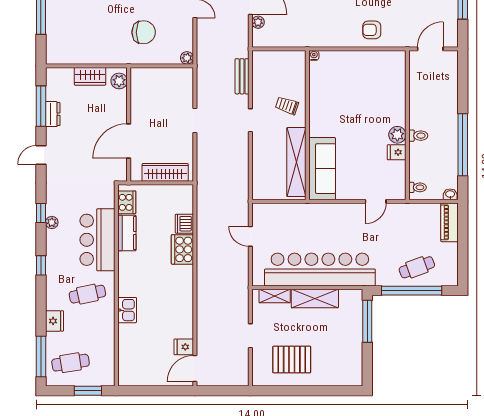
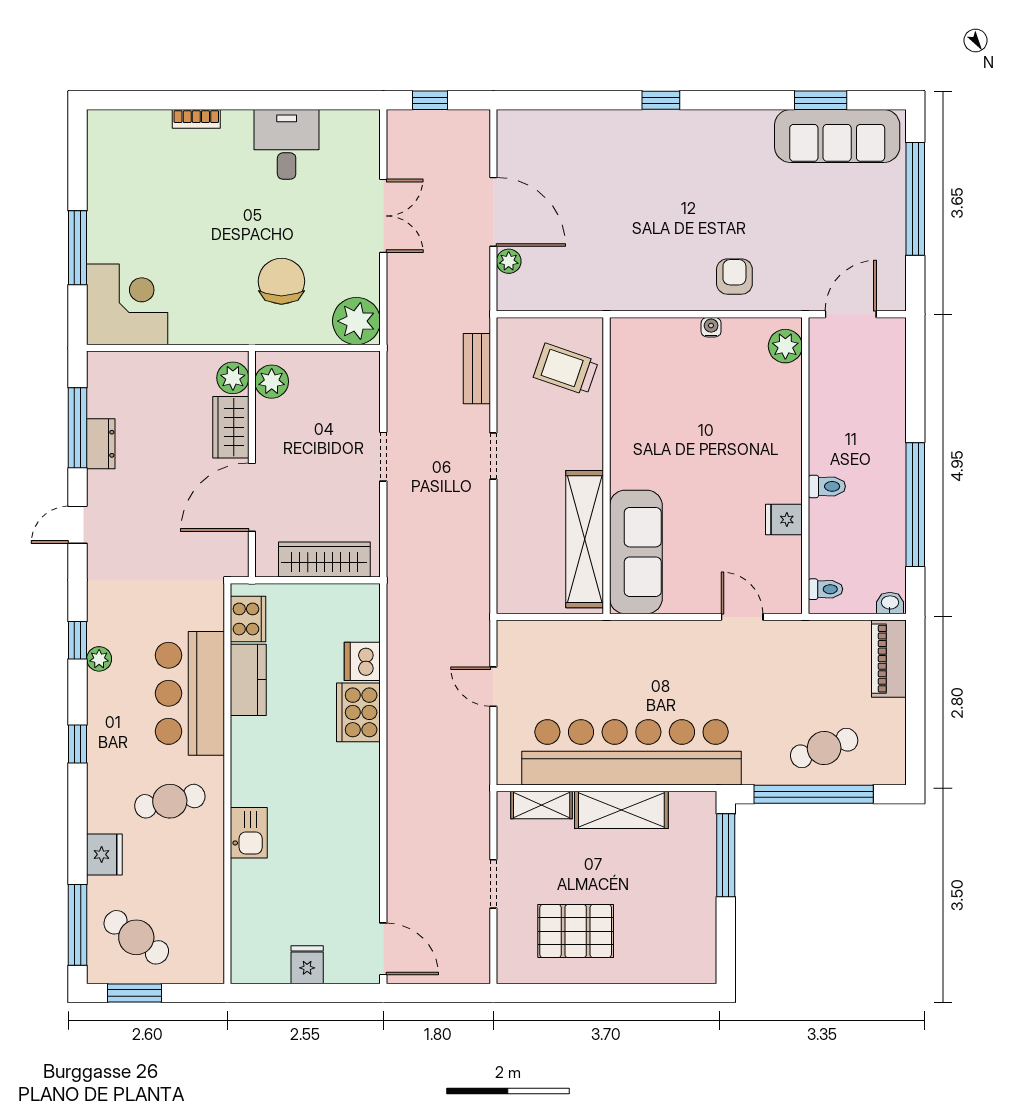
armchair: (372, 30) -> (734, 277), turned 90
chair: (144, 32) -> (281, 281), turned -90
corner desk: (66, 44) -> (127, 304), added
water cooler: (314, 55) -> (711, 327), moved
plant: (187, 58) -> (356, 321), width x1.87, depth x1.87
wardrobe: (90, 76) -> (231, 427), moved, turned 90
plant: (139, 83) -> (272, 382), added
trolley: (287, 105) -> (566, 369), moved, width x1.36, depth x1.39
plant: (397, 135) -> (785, 346), moved
door: (376, 201) -> (742, 617), swing flipped
fridge: (184, 347) -> (307, 965), moved, turned 90
cafe table: (71, 363) -> (136, 937), turned 45
door: (195, 369) -> (383, 949), swing flipped
window: (88, 391) -> (134, 993), moved

